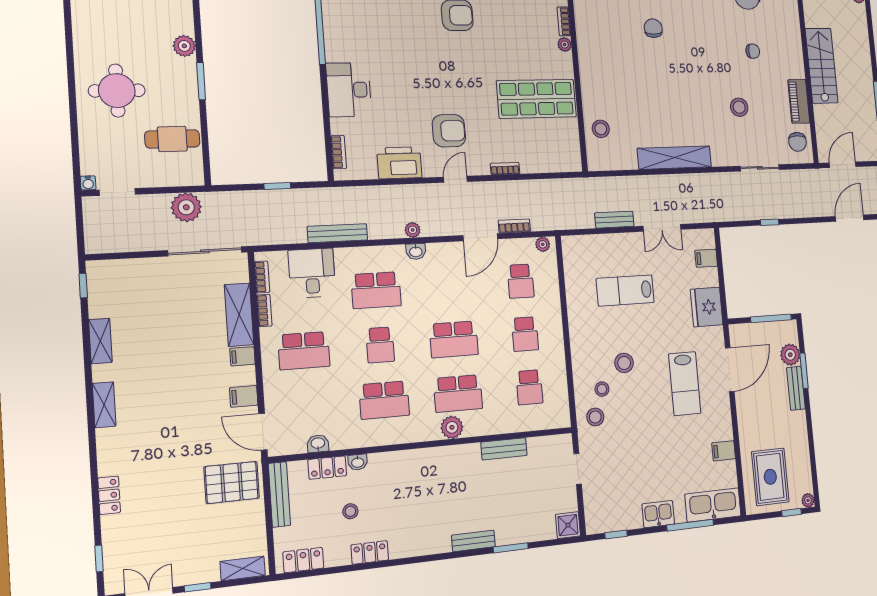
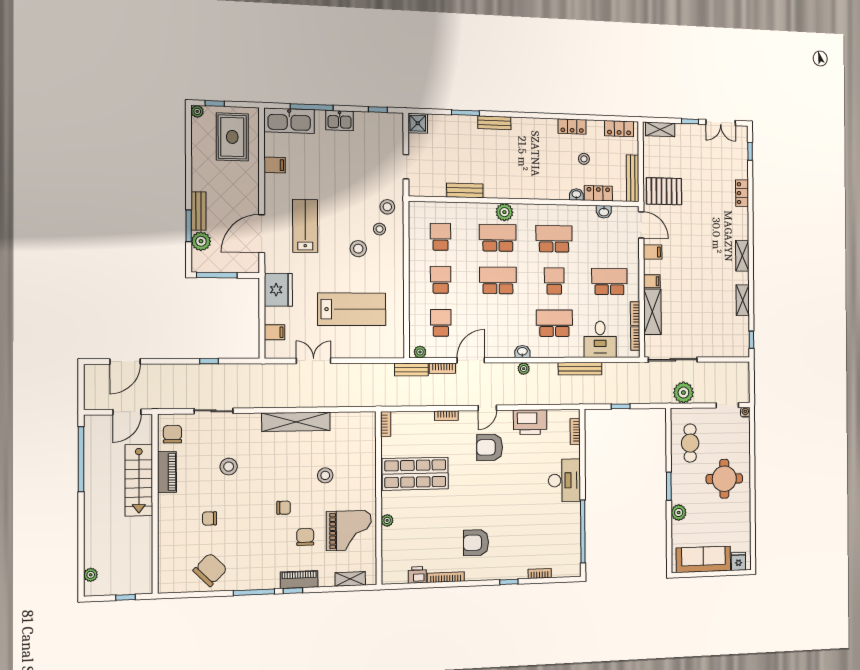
bookcase: (564, 21) -> (386, 424), moved
chair: (653, 28) -> (305, 537), turned 180
grand piano: (607, 34) -> (349, 531), added
chair: (679, 61) -> (284, 508), added
stairs: (822, 66) -> (139, 480), moved
stool: (601, 129) -> (325, 475), moved
cafe table: (172, 139) -> (690, 443), turned 90
bench: (614, 220) -> (411, 370), moved
lab bench: (625, 290) -> (352, 309), width x1.36, depth x1.39

